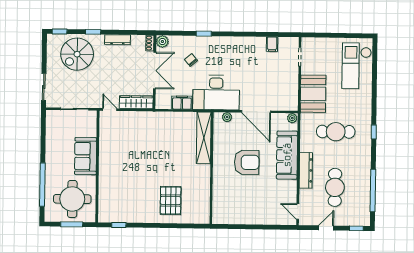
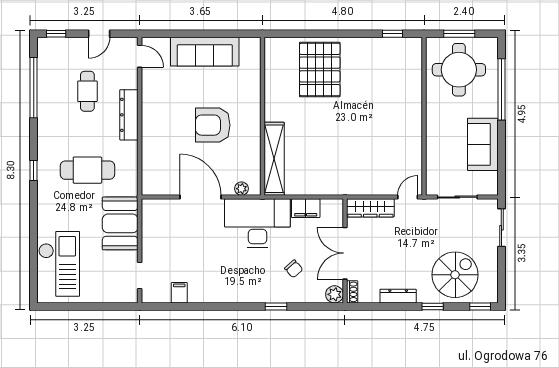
door: (110, 110) -> (408, 197), swing flipped
plant: (292, 118) -> (149, 188), removed
sofa: (287, 155) -> (205, 52), moved, turned 90
sofa: (86, 156) -> (483, 144), moved, turned 180
cafe table: (335, 187) -> (87, 91), width x0.73, depth x0.74
pallet: (171, 200) -> (320, 70), width x1.37, depth x1.41

